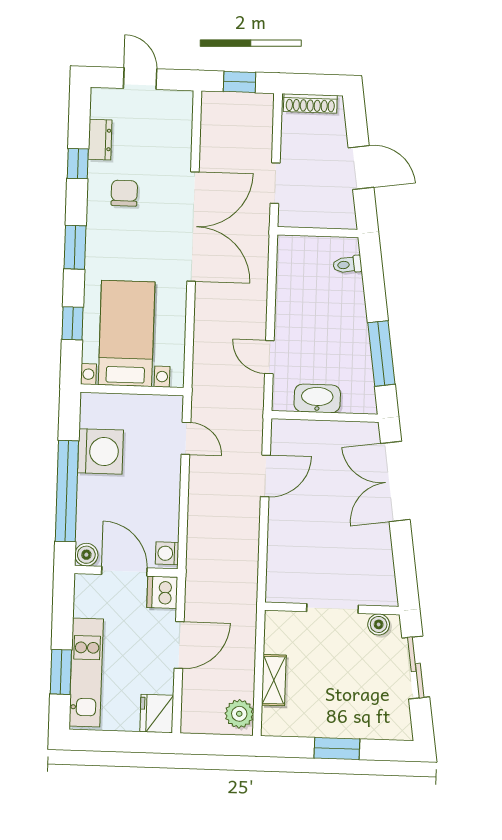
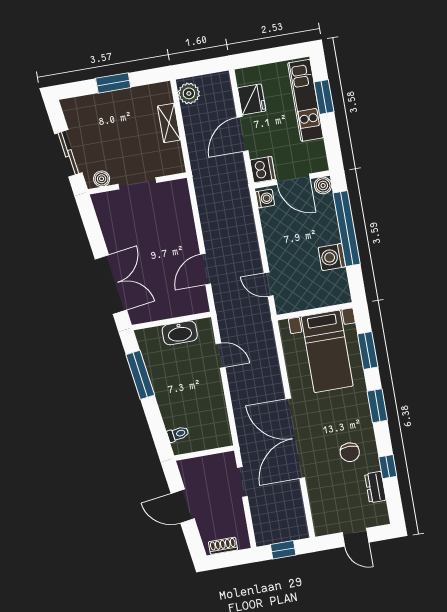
shoe rack: (310, 103) -> (223, 546), width x0.70
window: (72, 323) -> (368, 350), width x1.50
washing machine: (100, 451) -> (332, 257), width x0.73, depth x0.73
fridge: (157, 714) -> (252, 99), moved

